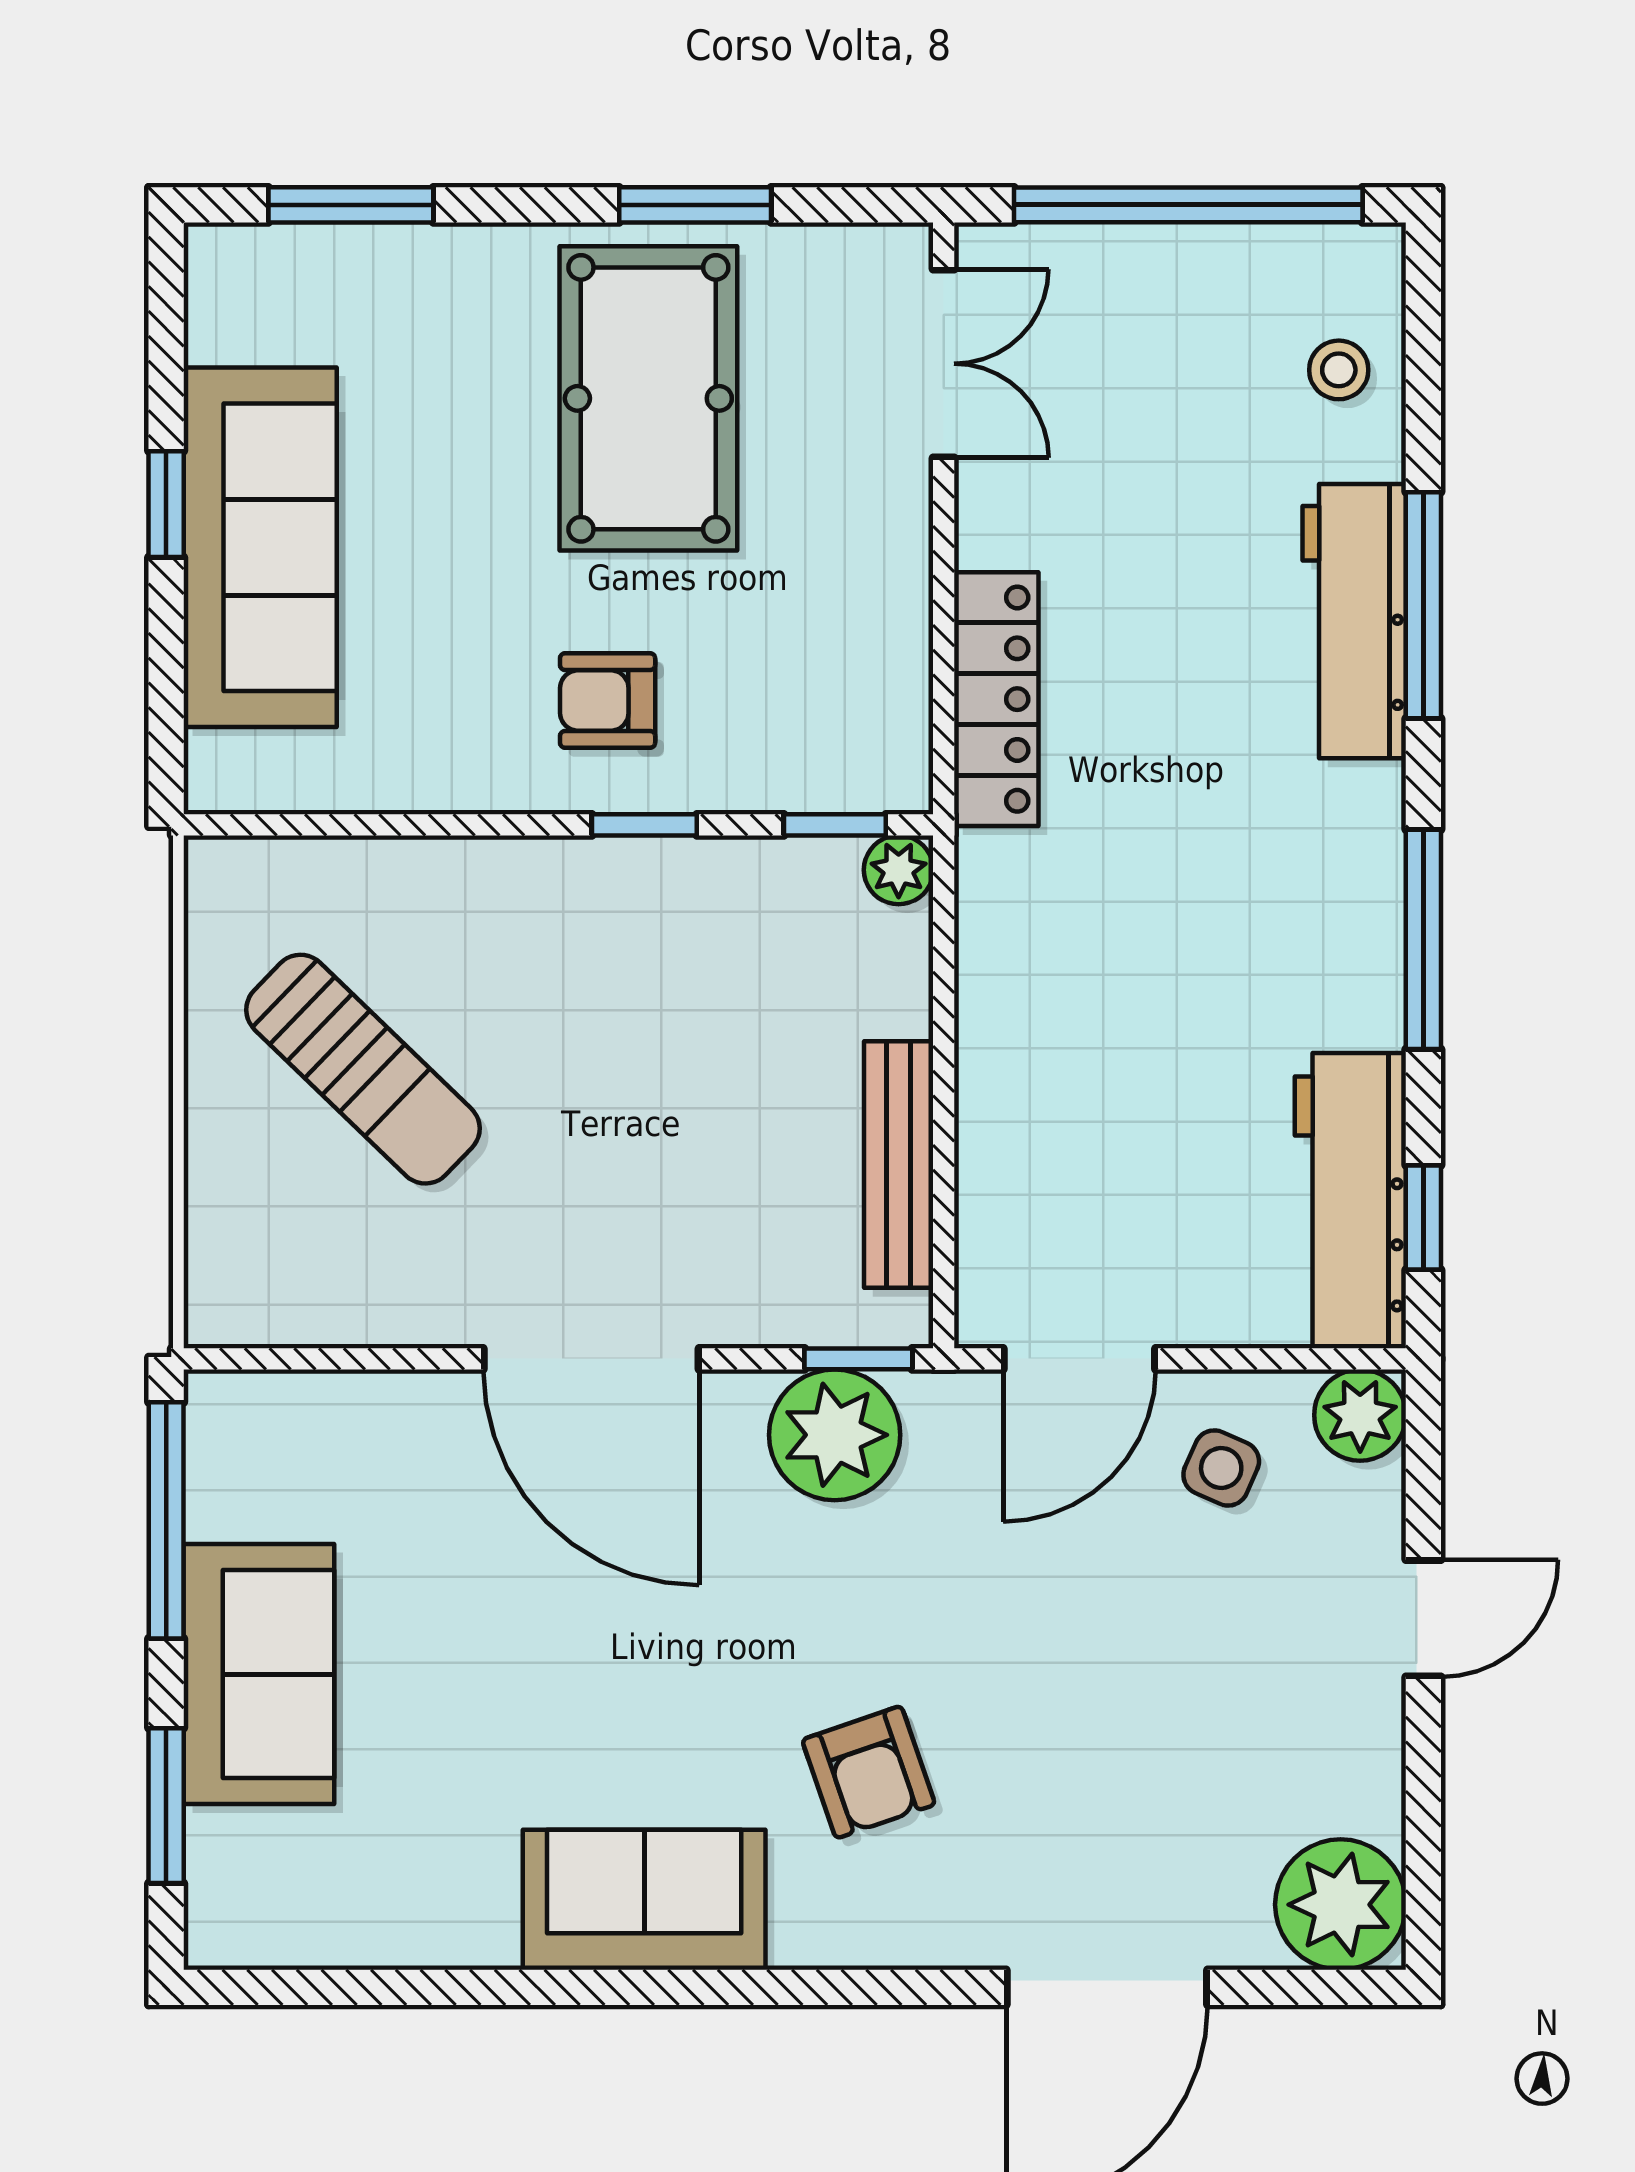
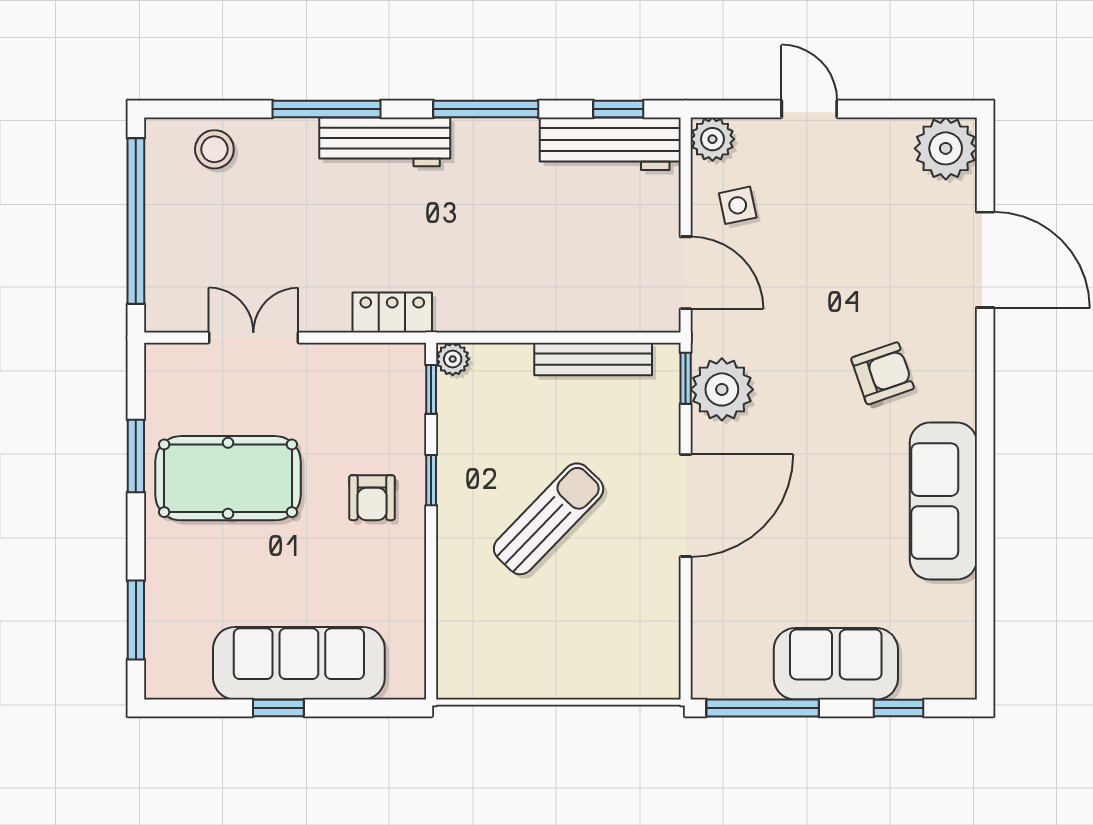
double door: (944, 364) -> (253, 338), moved
stool: (1339, 370) -> (214, 149), width x1.37, depth x1.37
workbench: (1354, 621) -> (385, 142), moved
locker: (996, 699) -> (392, 312), width x0.66
sun lounger: (363, 1069) -> (549, 519), moved
side table: (1221, 1468) -> (738, 205), turned -36
window: (166, 1806) -> (899, 708), width x0.67
sofa: (644, 1900) -> (943, 501), width x1.36

